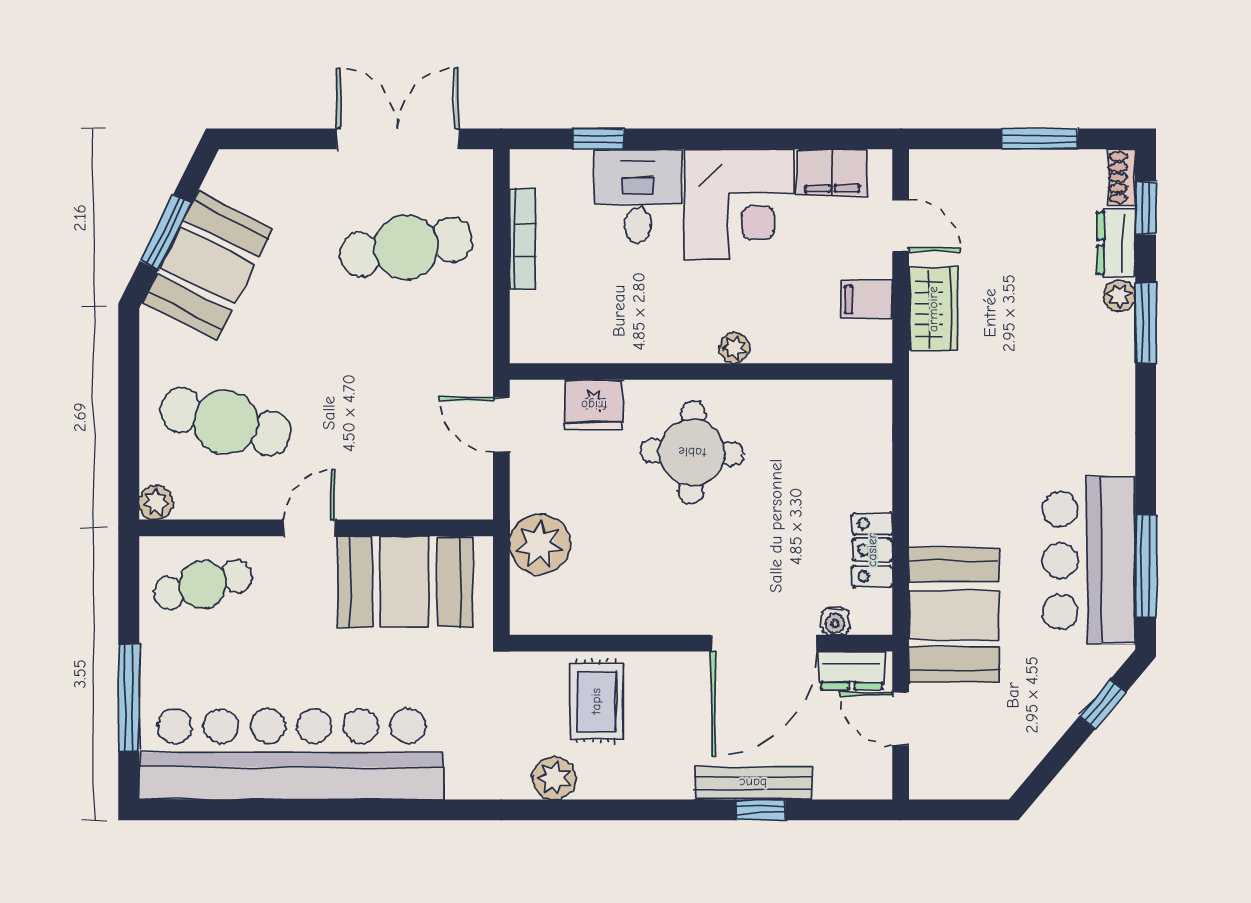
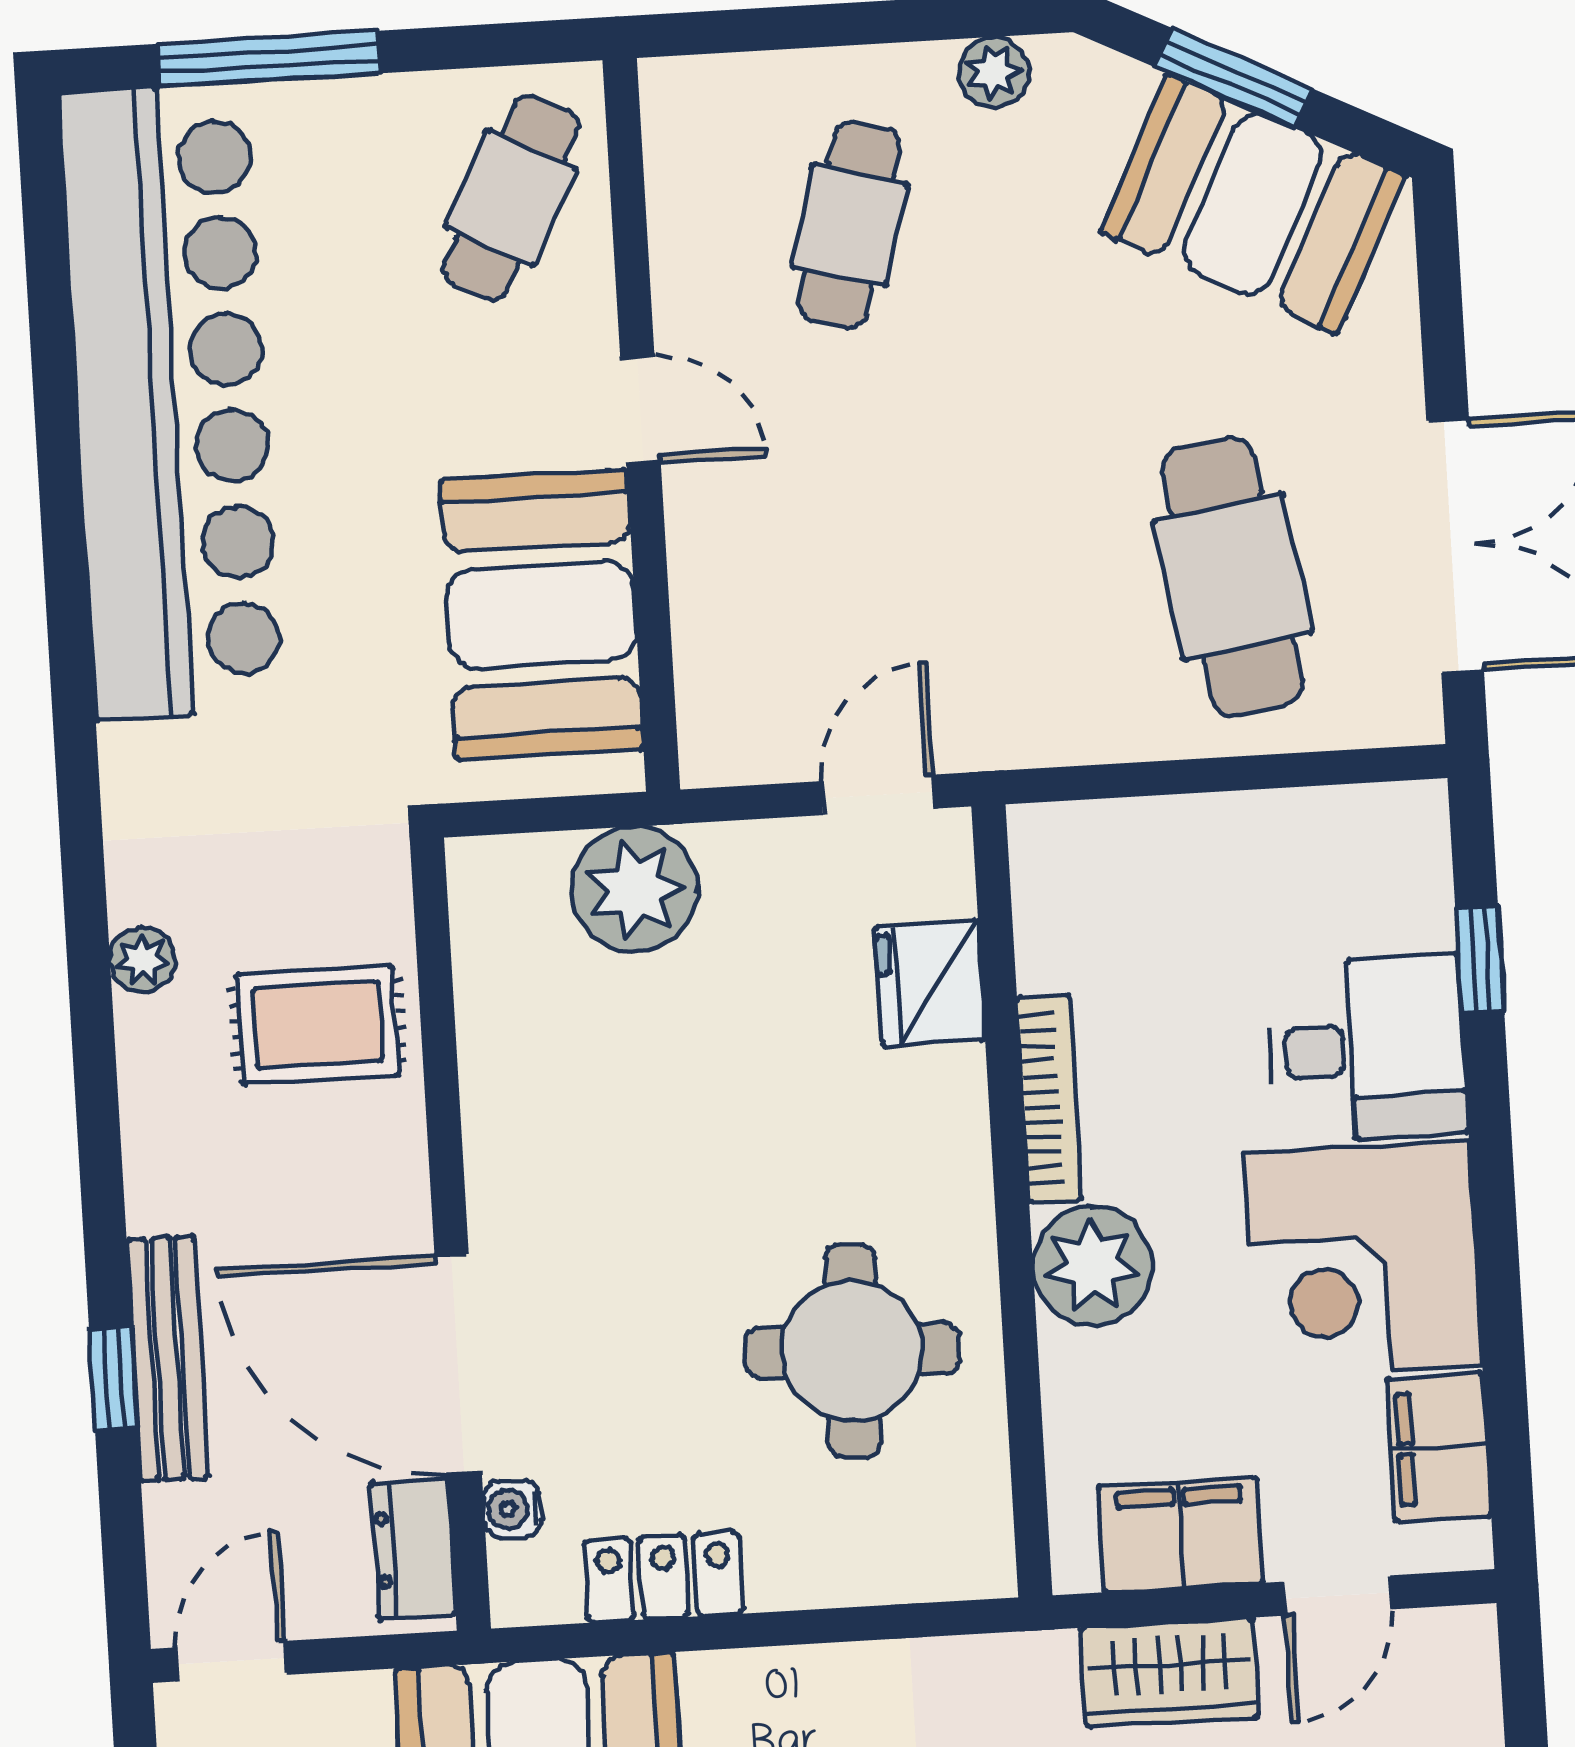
bookcase: (522, 239) -> (1049, 1098), moved, turned -90
booth: (207, 266) -> (1253, 204), moved
filing cabinet: (867, 300) -> (1181, 1534), width x2.00
plant: (735, 348) -> (1093, 1266), width x1.88, depth x1.88
cafe table: (226, 422) -> (850, 225), width x0.73, depth x0.74
round table: (692, 452) -> (852, 1351), moved
plant: (156, 503) -> (994, 72), moved
cafe table: (203, 584) -> (511, 198), turned 41
door: (901, 719) -> (231, 1661), moved
plant: (554, 778) -> (142, 960), width x0.73, depth x0.73

